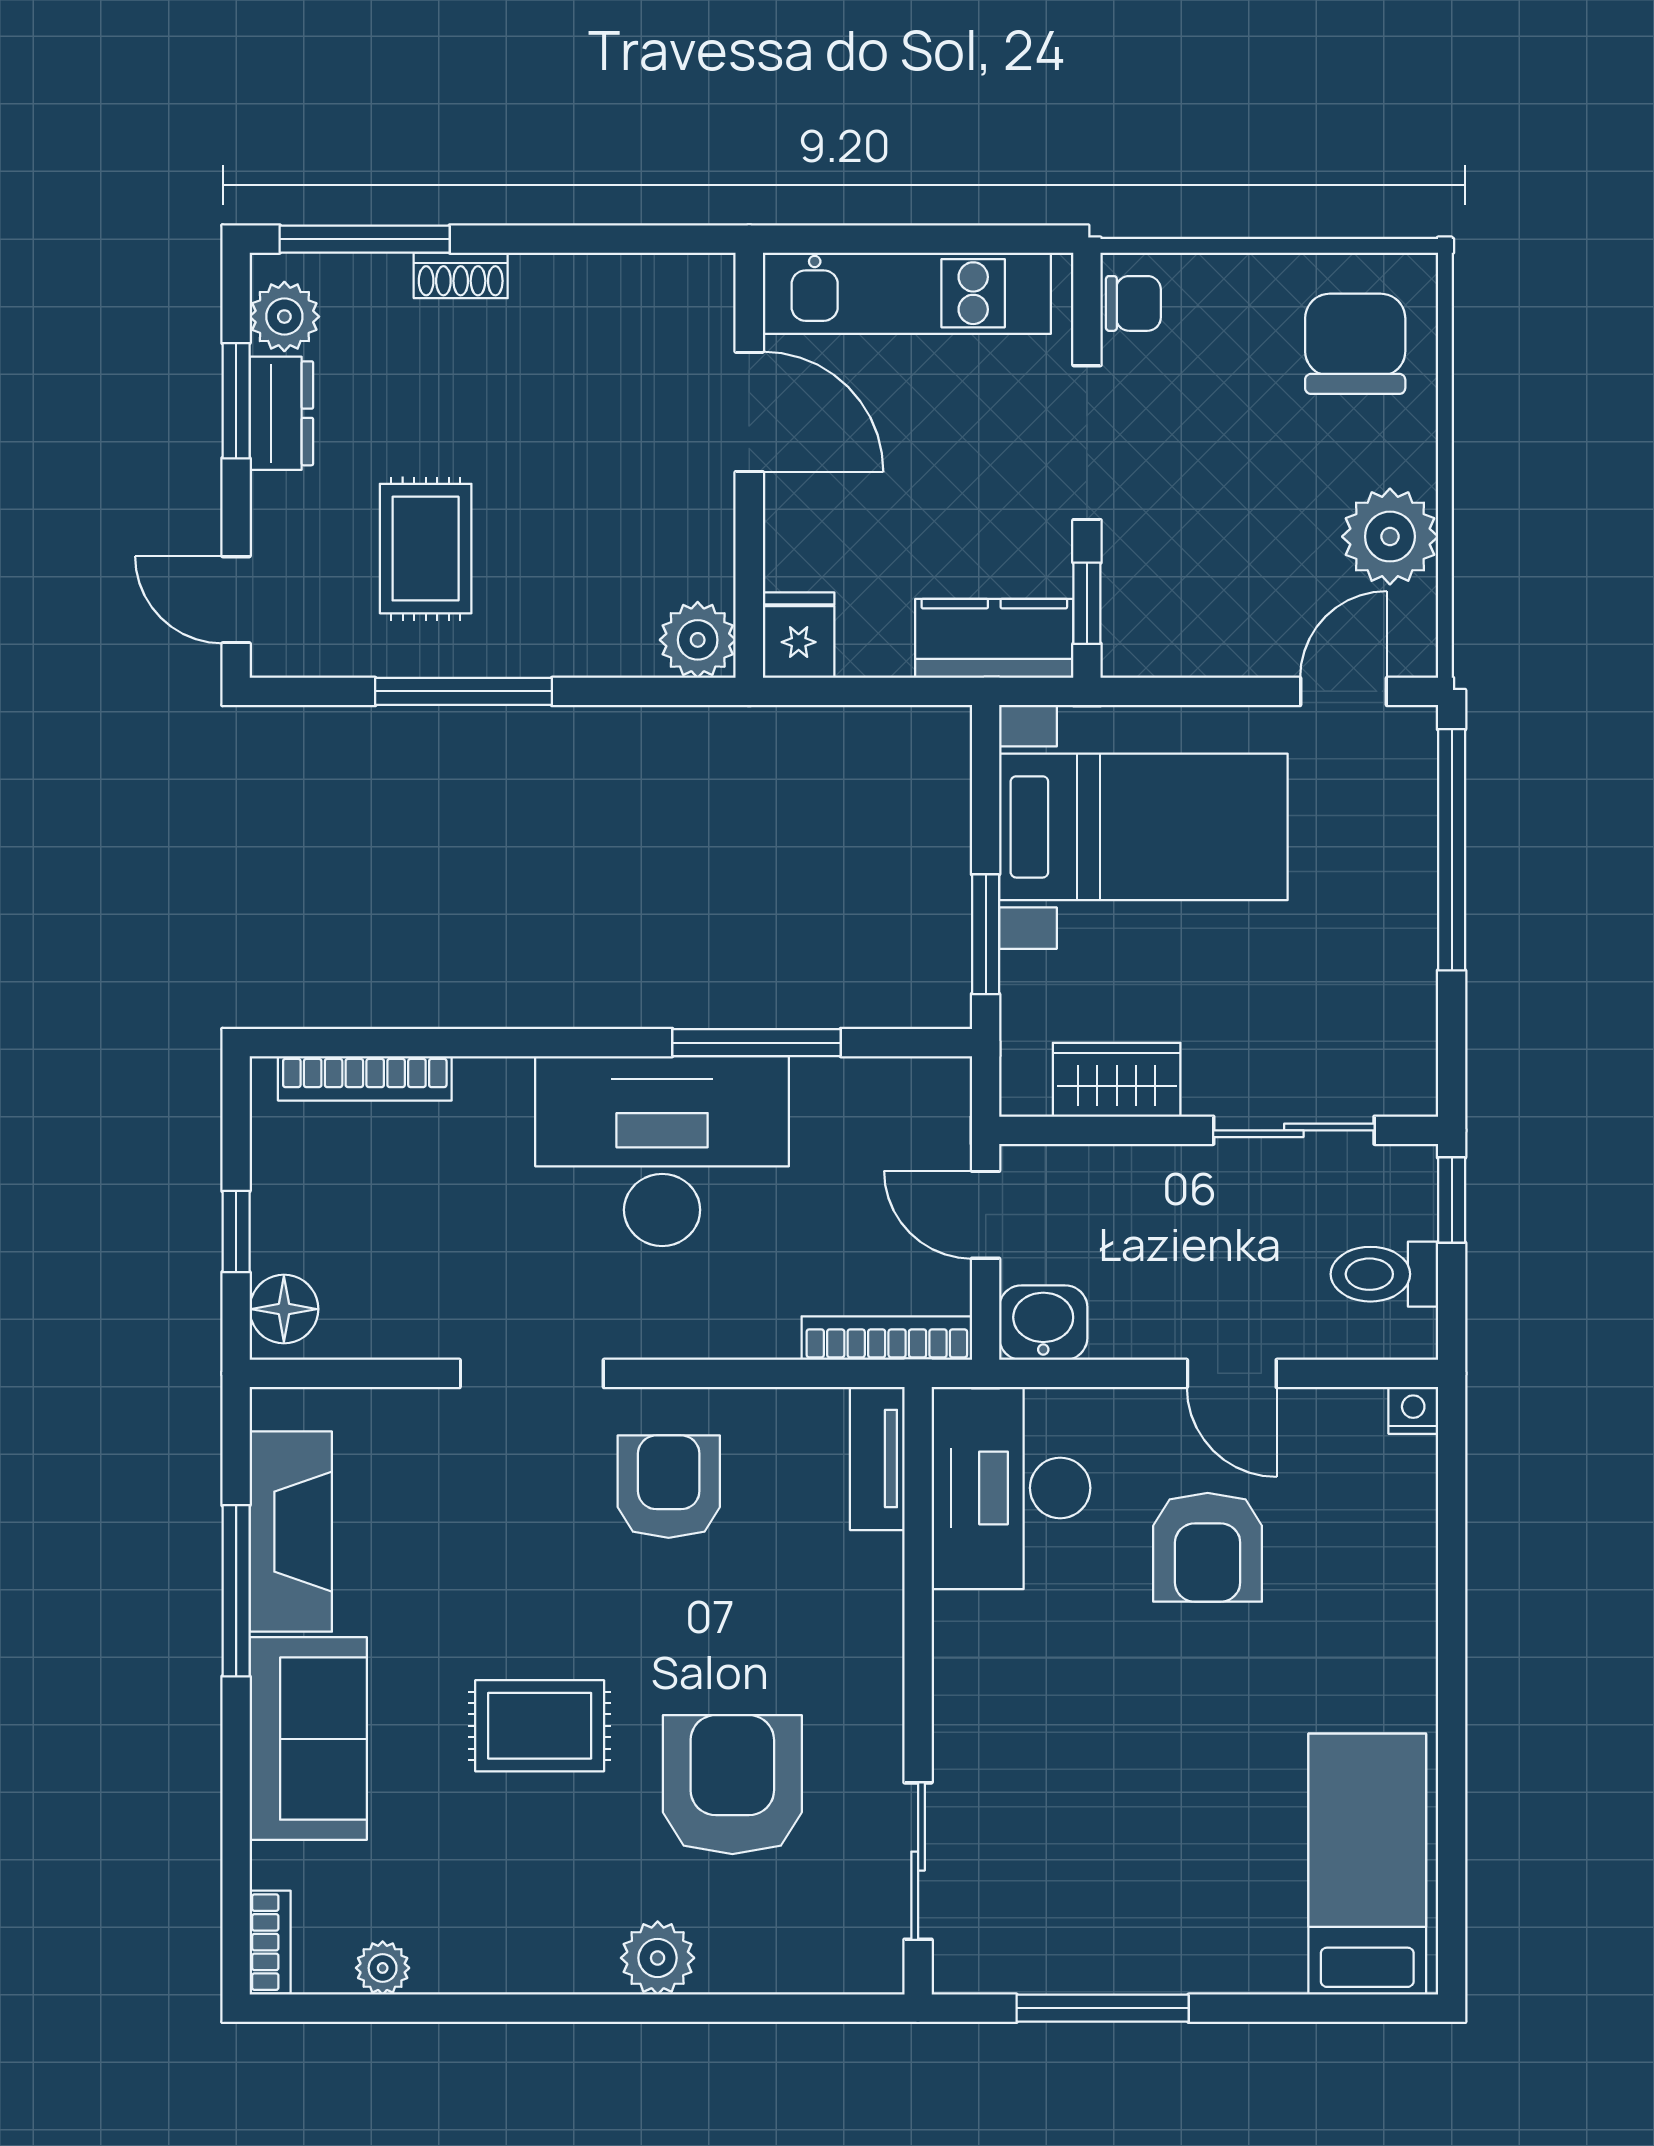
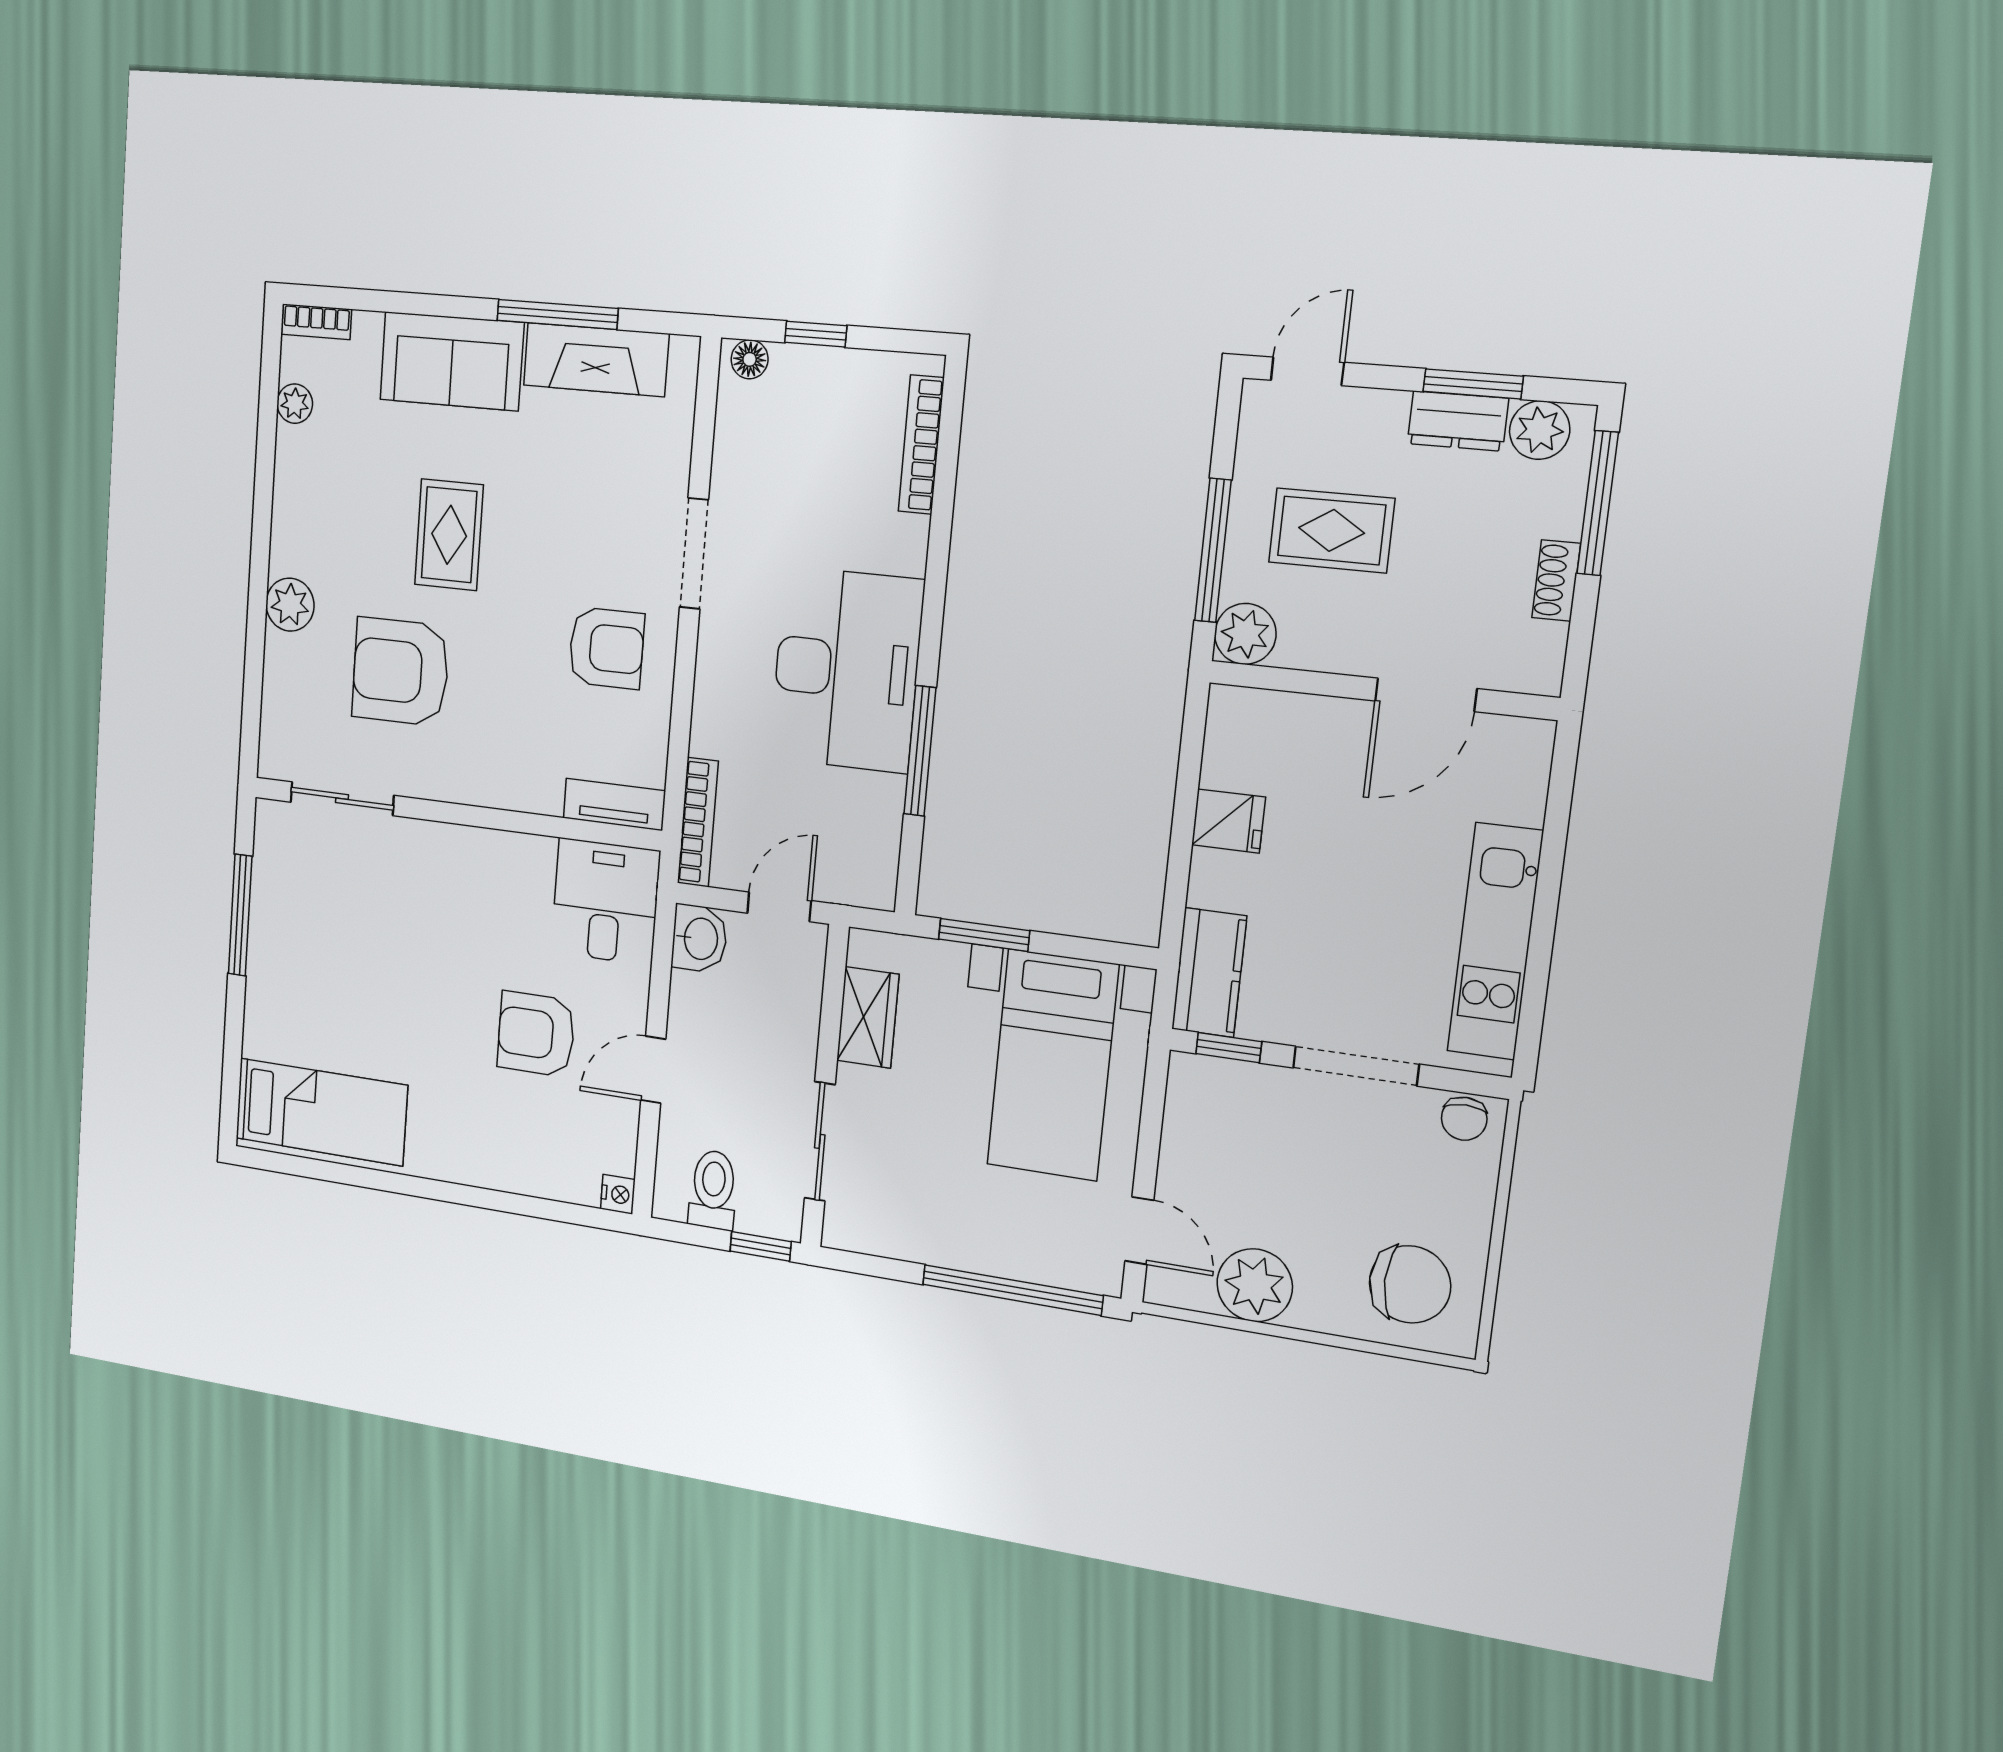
door: (749, 412) -> (1426, 695), moved
wall: (749, 465) -> (1382, 690), moved
plant: (698, 640) -> (1245, 634), moved
floor lamp: (284, 1309) -> (750, 359), width x0.73, depth x0.73
desk: (1011, 1488) -> (605, 902), width x0.73
armchair: (732, 1785) -> (401, 672), turned 180

